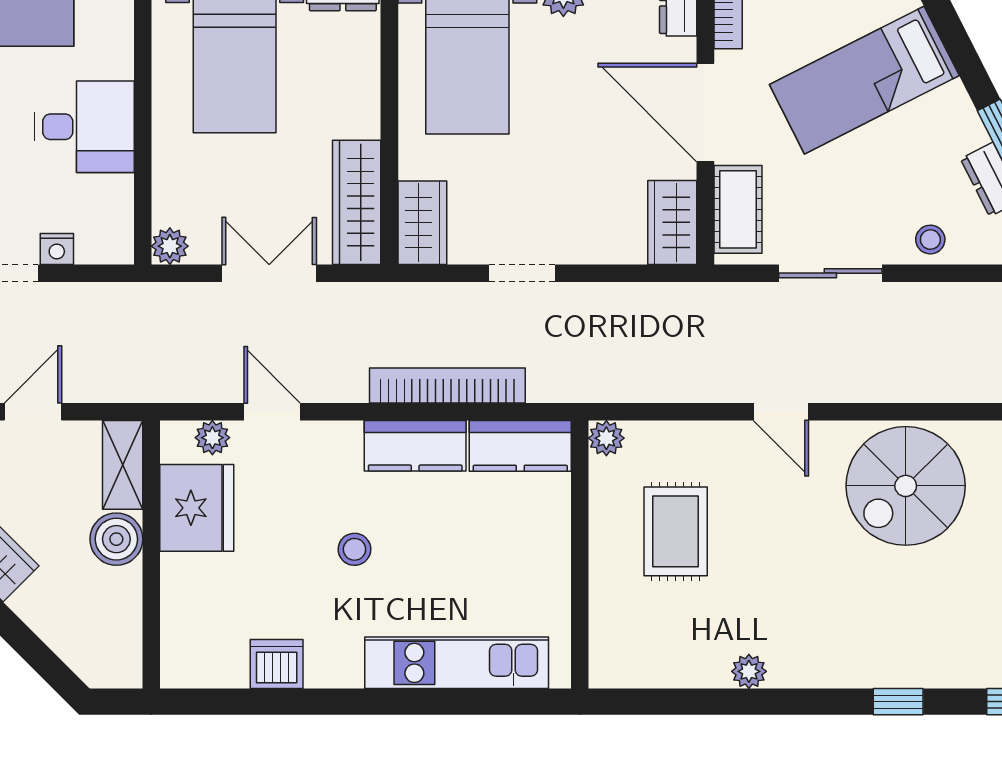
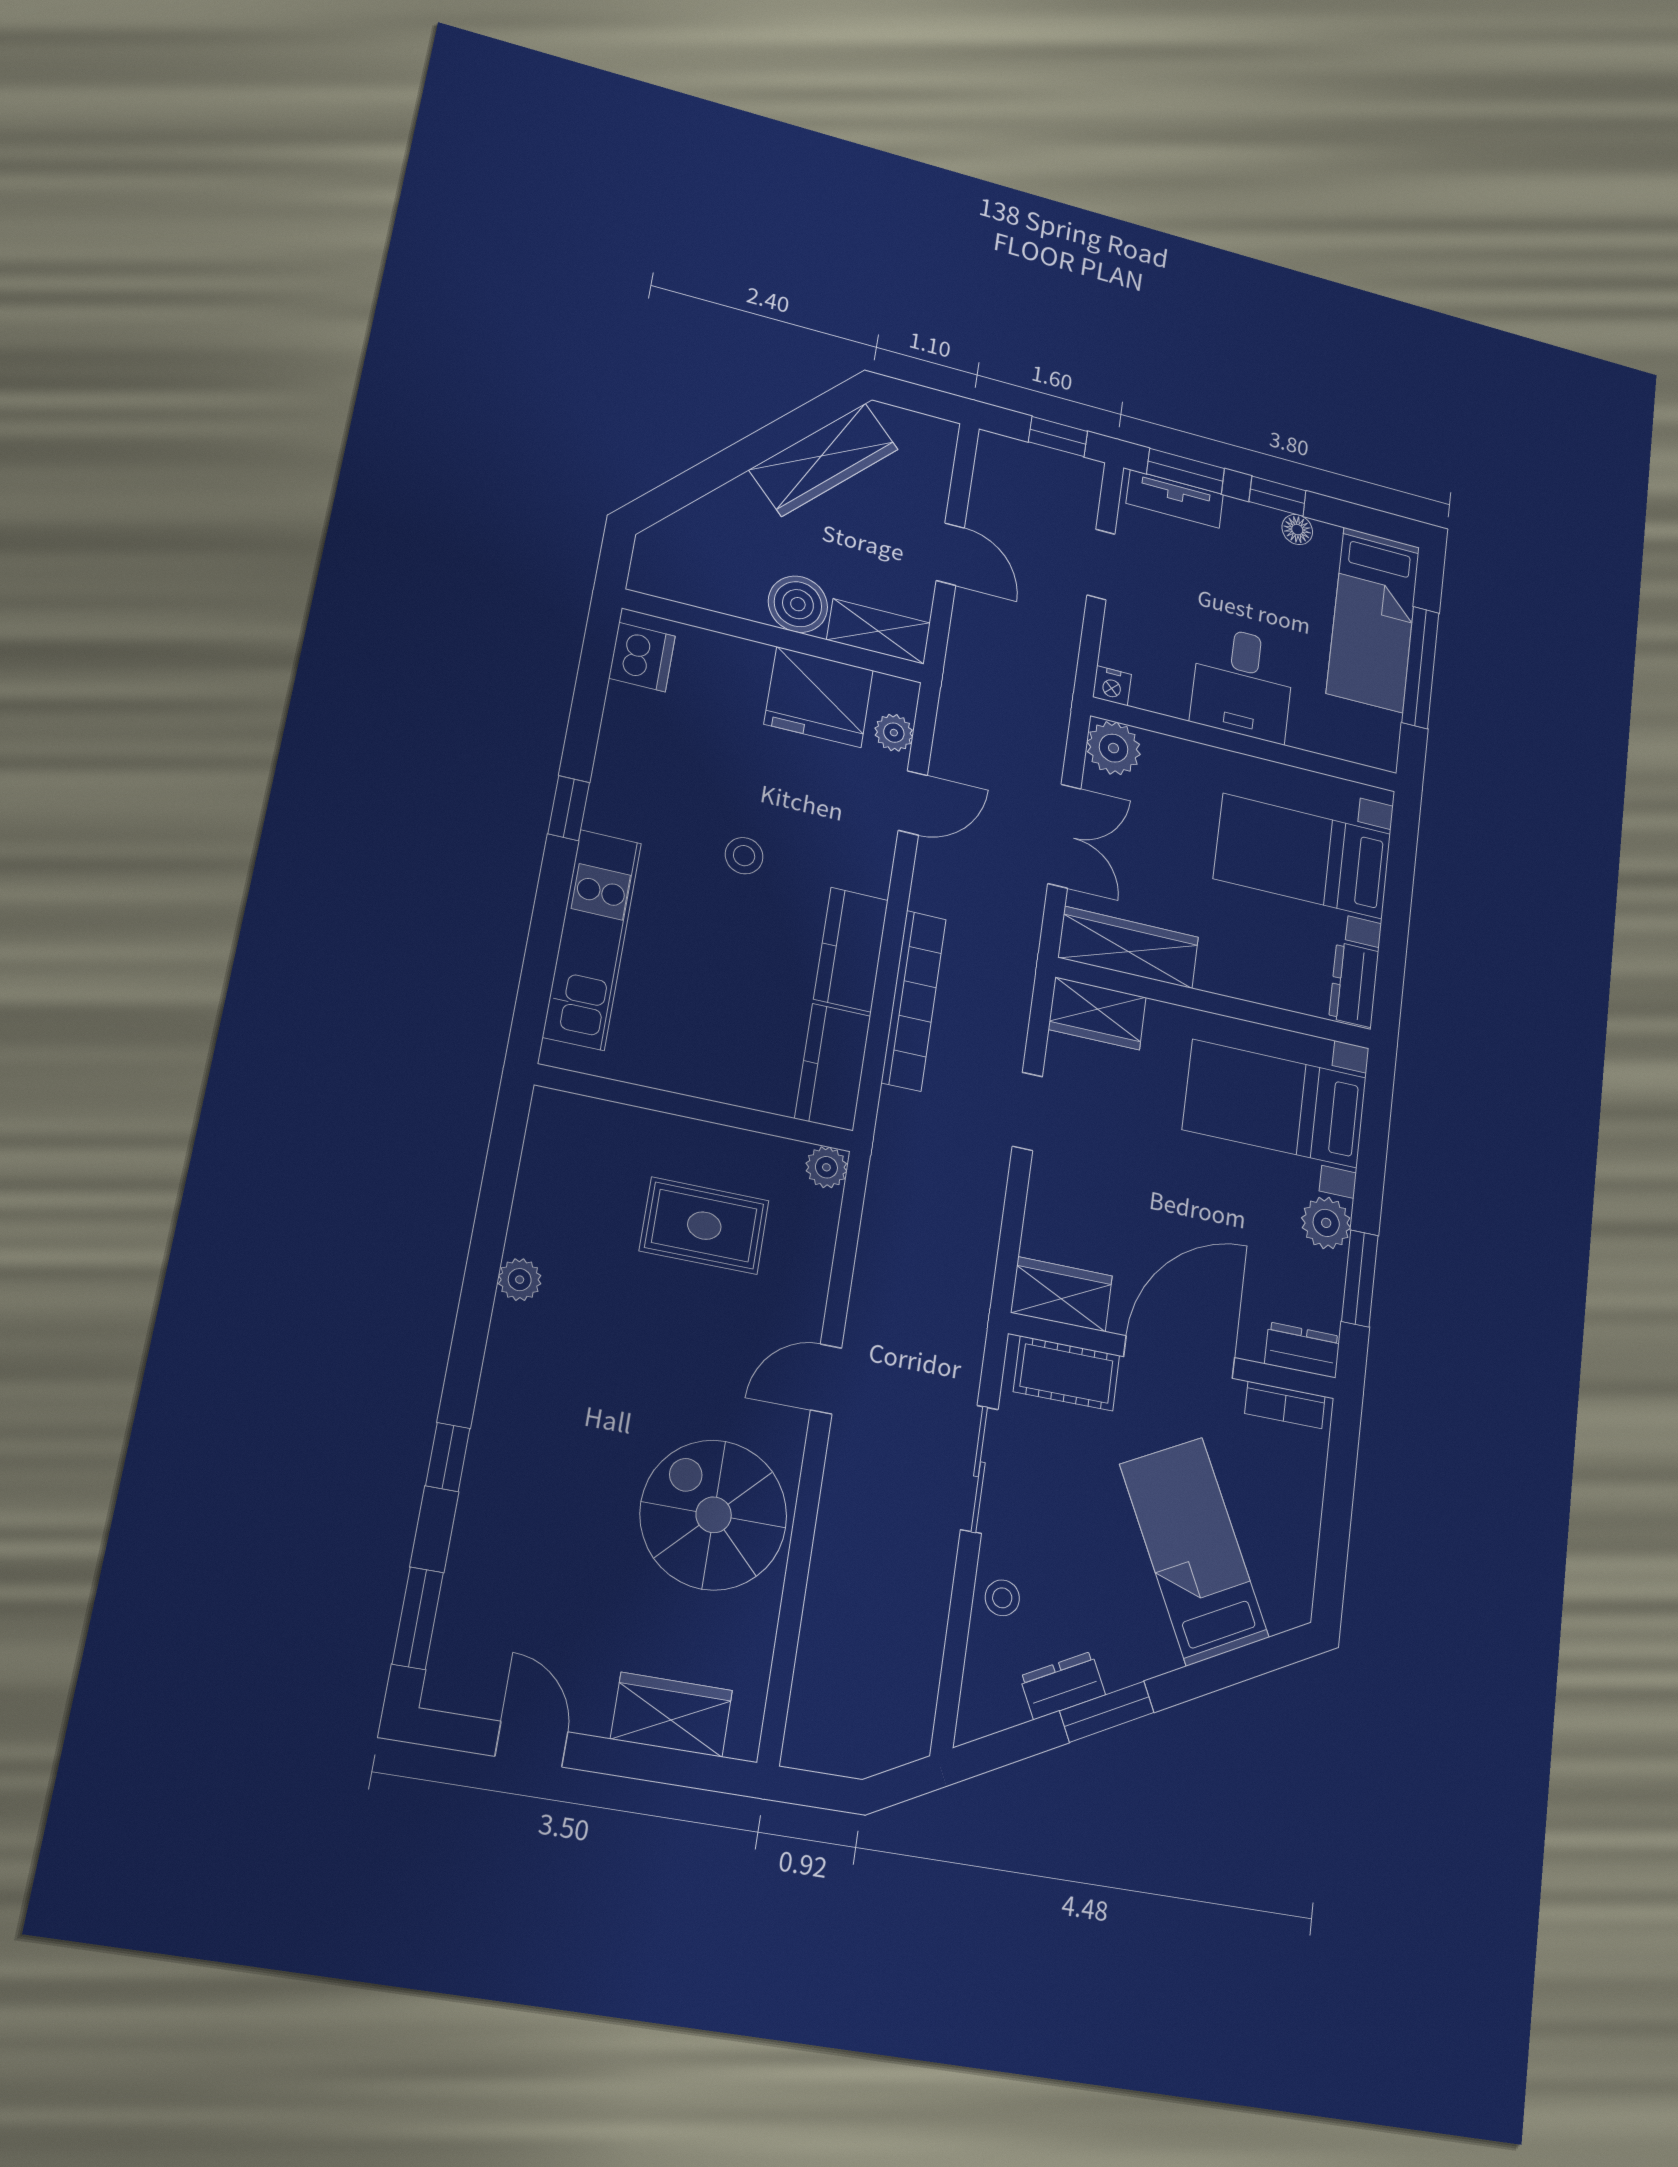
plant: (170, 246) -> (1114, 748), width x1.38, depth x1.38
nightstand: (57, 249) -> (1112, 686), moved, turned -90
dishwasher: (277, 664) -> (642, 657), moved
window: (349, 702) -> (569, 808), added

